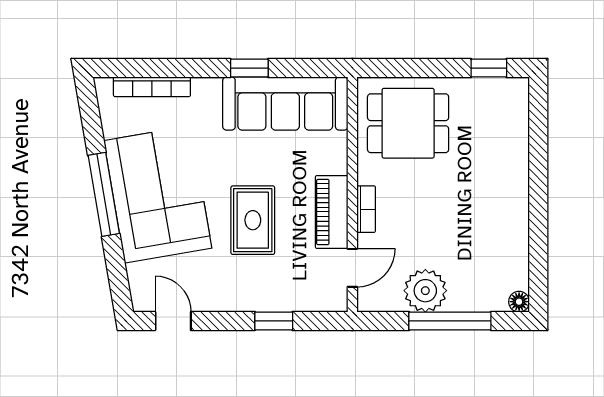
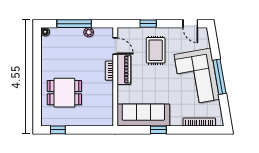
dining table: (408, 123) -> (64, 93), moved
rug: (253, 220) -> (156, 50), moved
door: (352, 268) -> (115, 46), swing flipped
plant: (425, 291) -> (89, 32), width x0.53, depth x0.53

